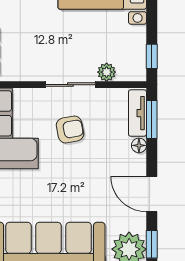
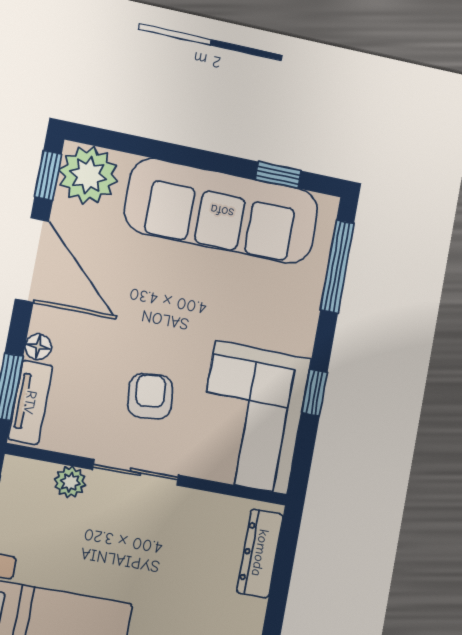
armchair: (70, 129) -> (150, 396), turned 95
door: (152, 194) -> (32, 260), width x1.36

